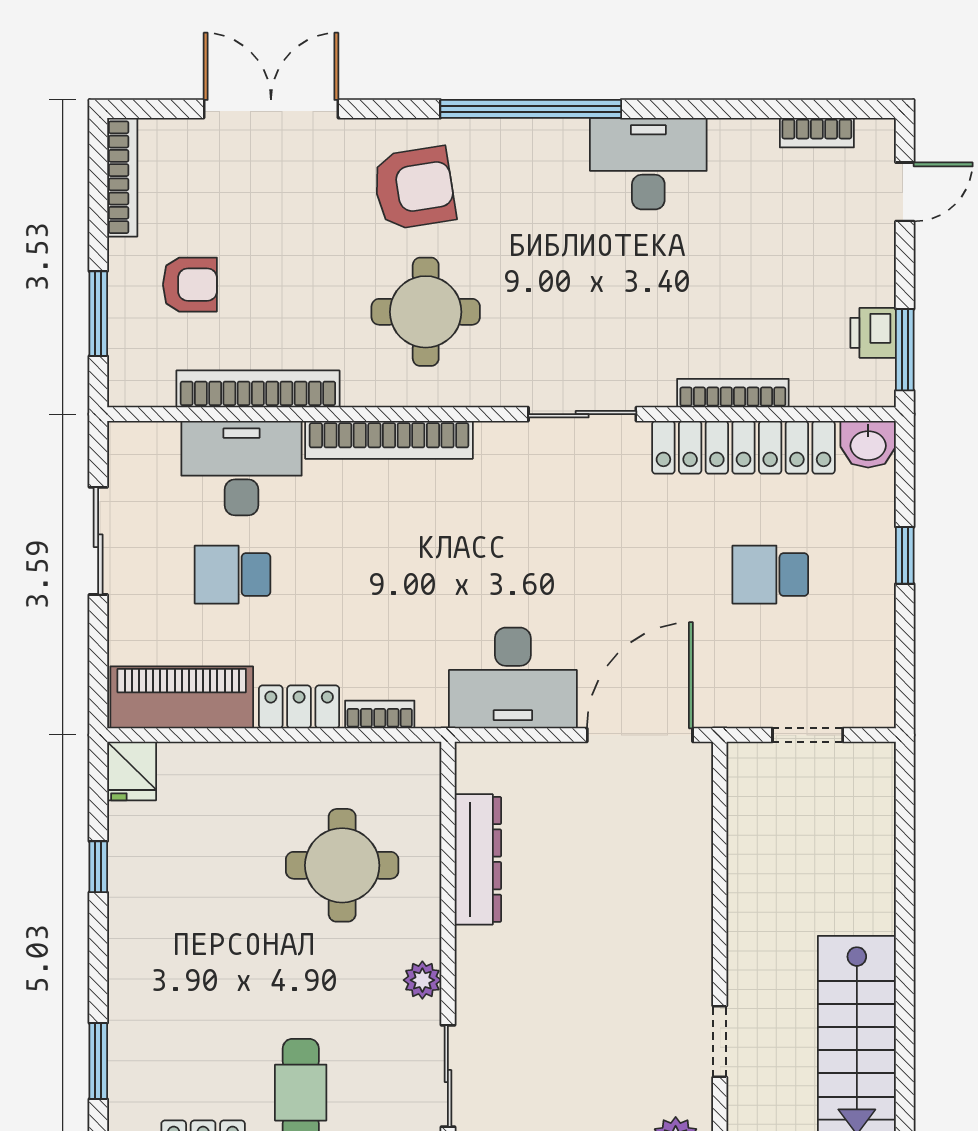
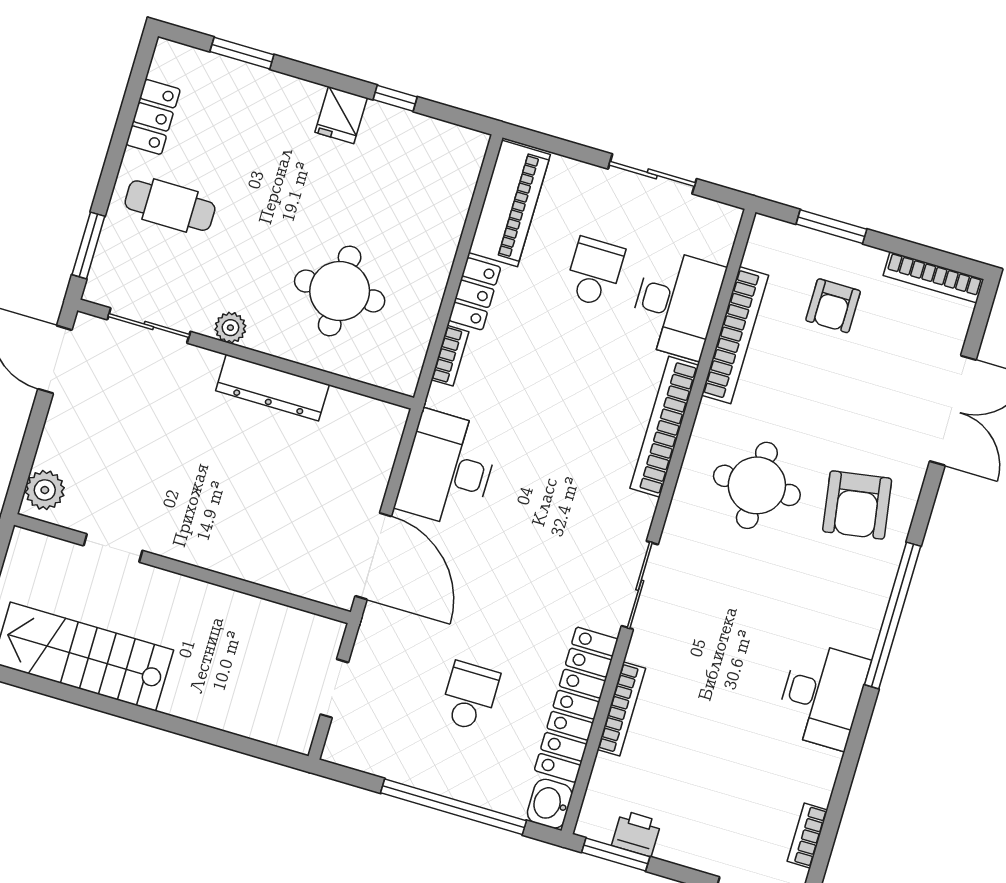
window: (905, 555) -> (453, 807), width x3.17
fridge: (132, 771) -> (341, 115), moved, turned -90
dresser: (478, 859) -> (272, 388), moved

